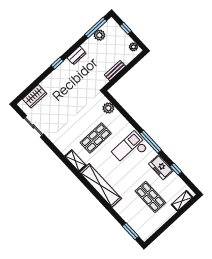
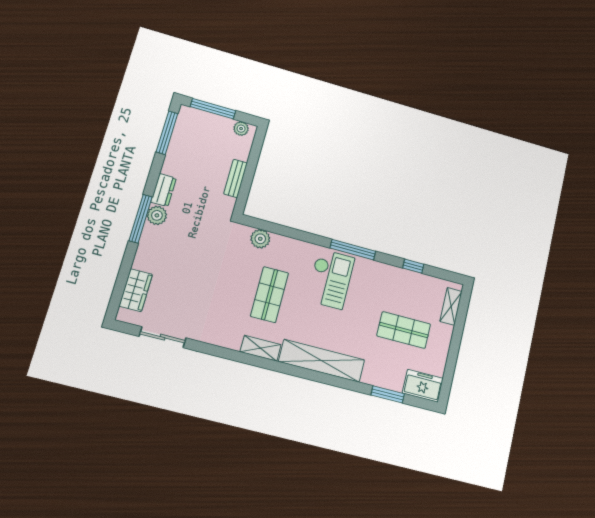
window: (126, 28) -> (213, 109), width x2.17
plant: (99, 35) -> (157, 215), moved
window: (57, 63) -> (141, 219), width x2.17
checkout: (130, 149) -> (330, 279), turned 180
freezer: (161, 167) -> (423, 386), moved, turned 180
window: (131, 231) -> (388, 394), moved

